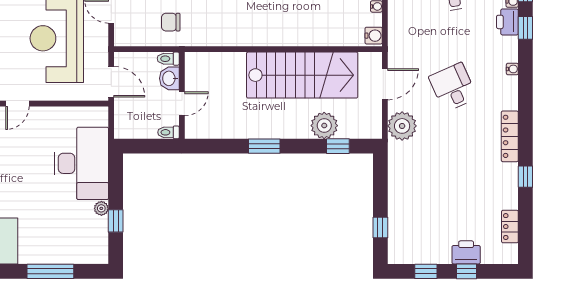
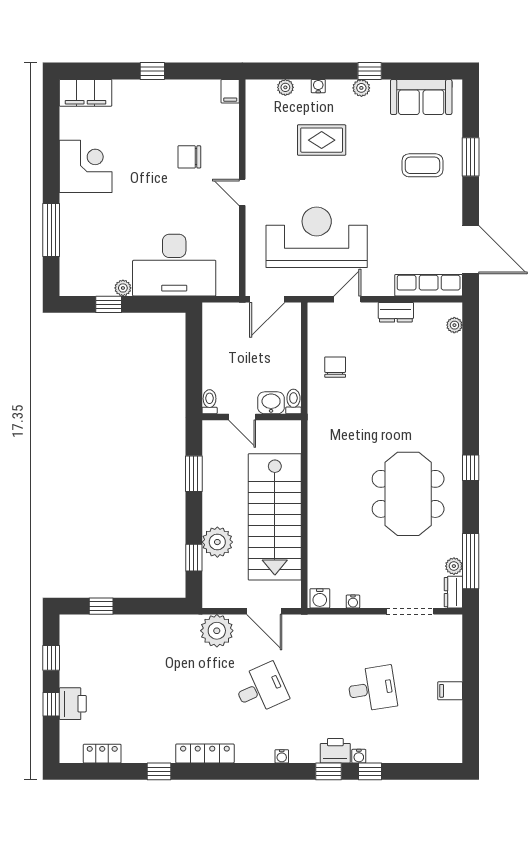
toilet: (168, 59) -> (293, 401), moved
washbasin: (169, 78) -> (271, 403), moved
wall: (182, 95) -> (252, 417), moved
door: (182, 104) -> (242, 417), moved
toilet: (168, 132) -> (210, 402), moved

